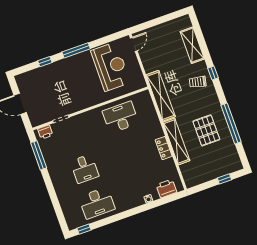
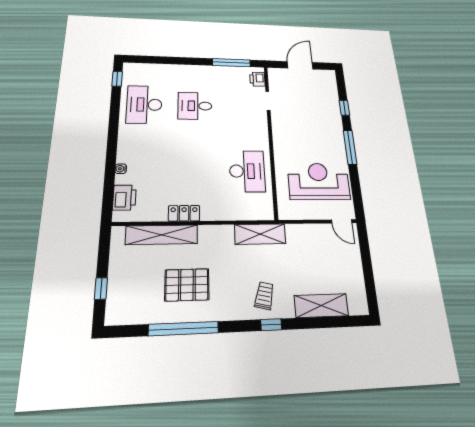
reception desk: (111, 67) -> (319, 181), turned 180
shelving: (161, 96) -> (260, 234), width x0.68
shelving: (176, 141) -> (162, 235), moved

